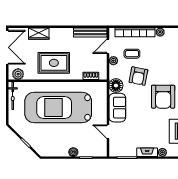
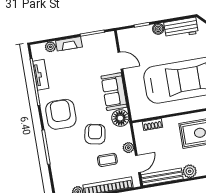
plant: (67, 33) -> (190, 171), added
workbench: (55, 150) -> (181, 28), added

